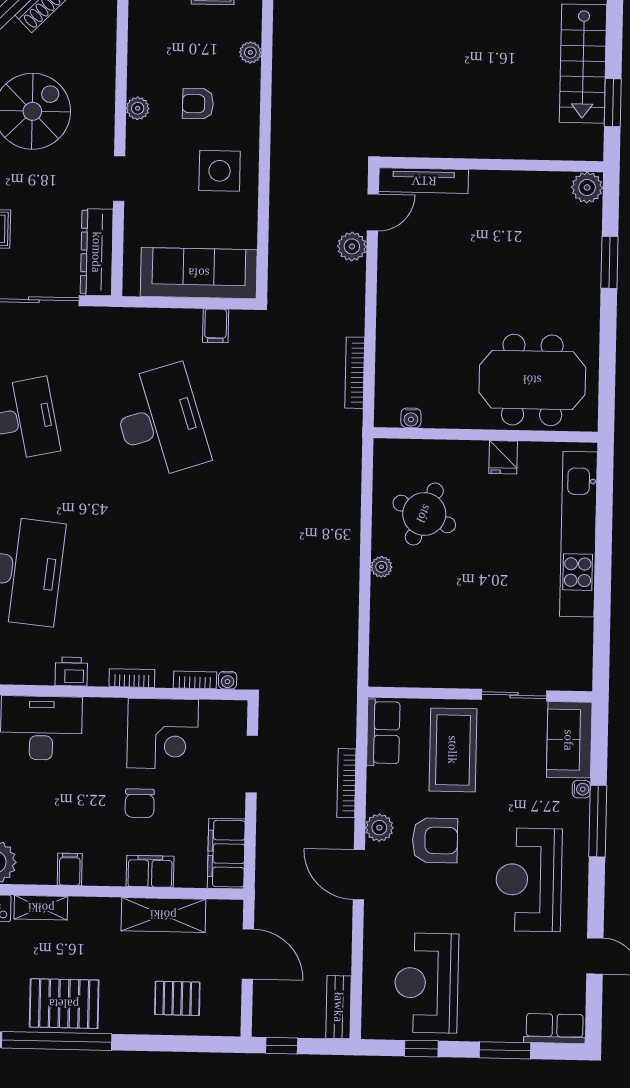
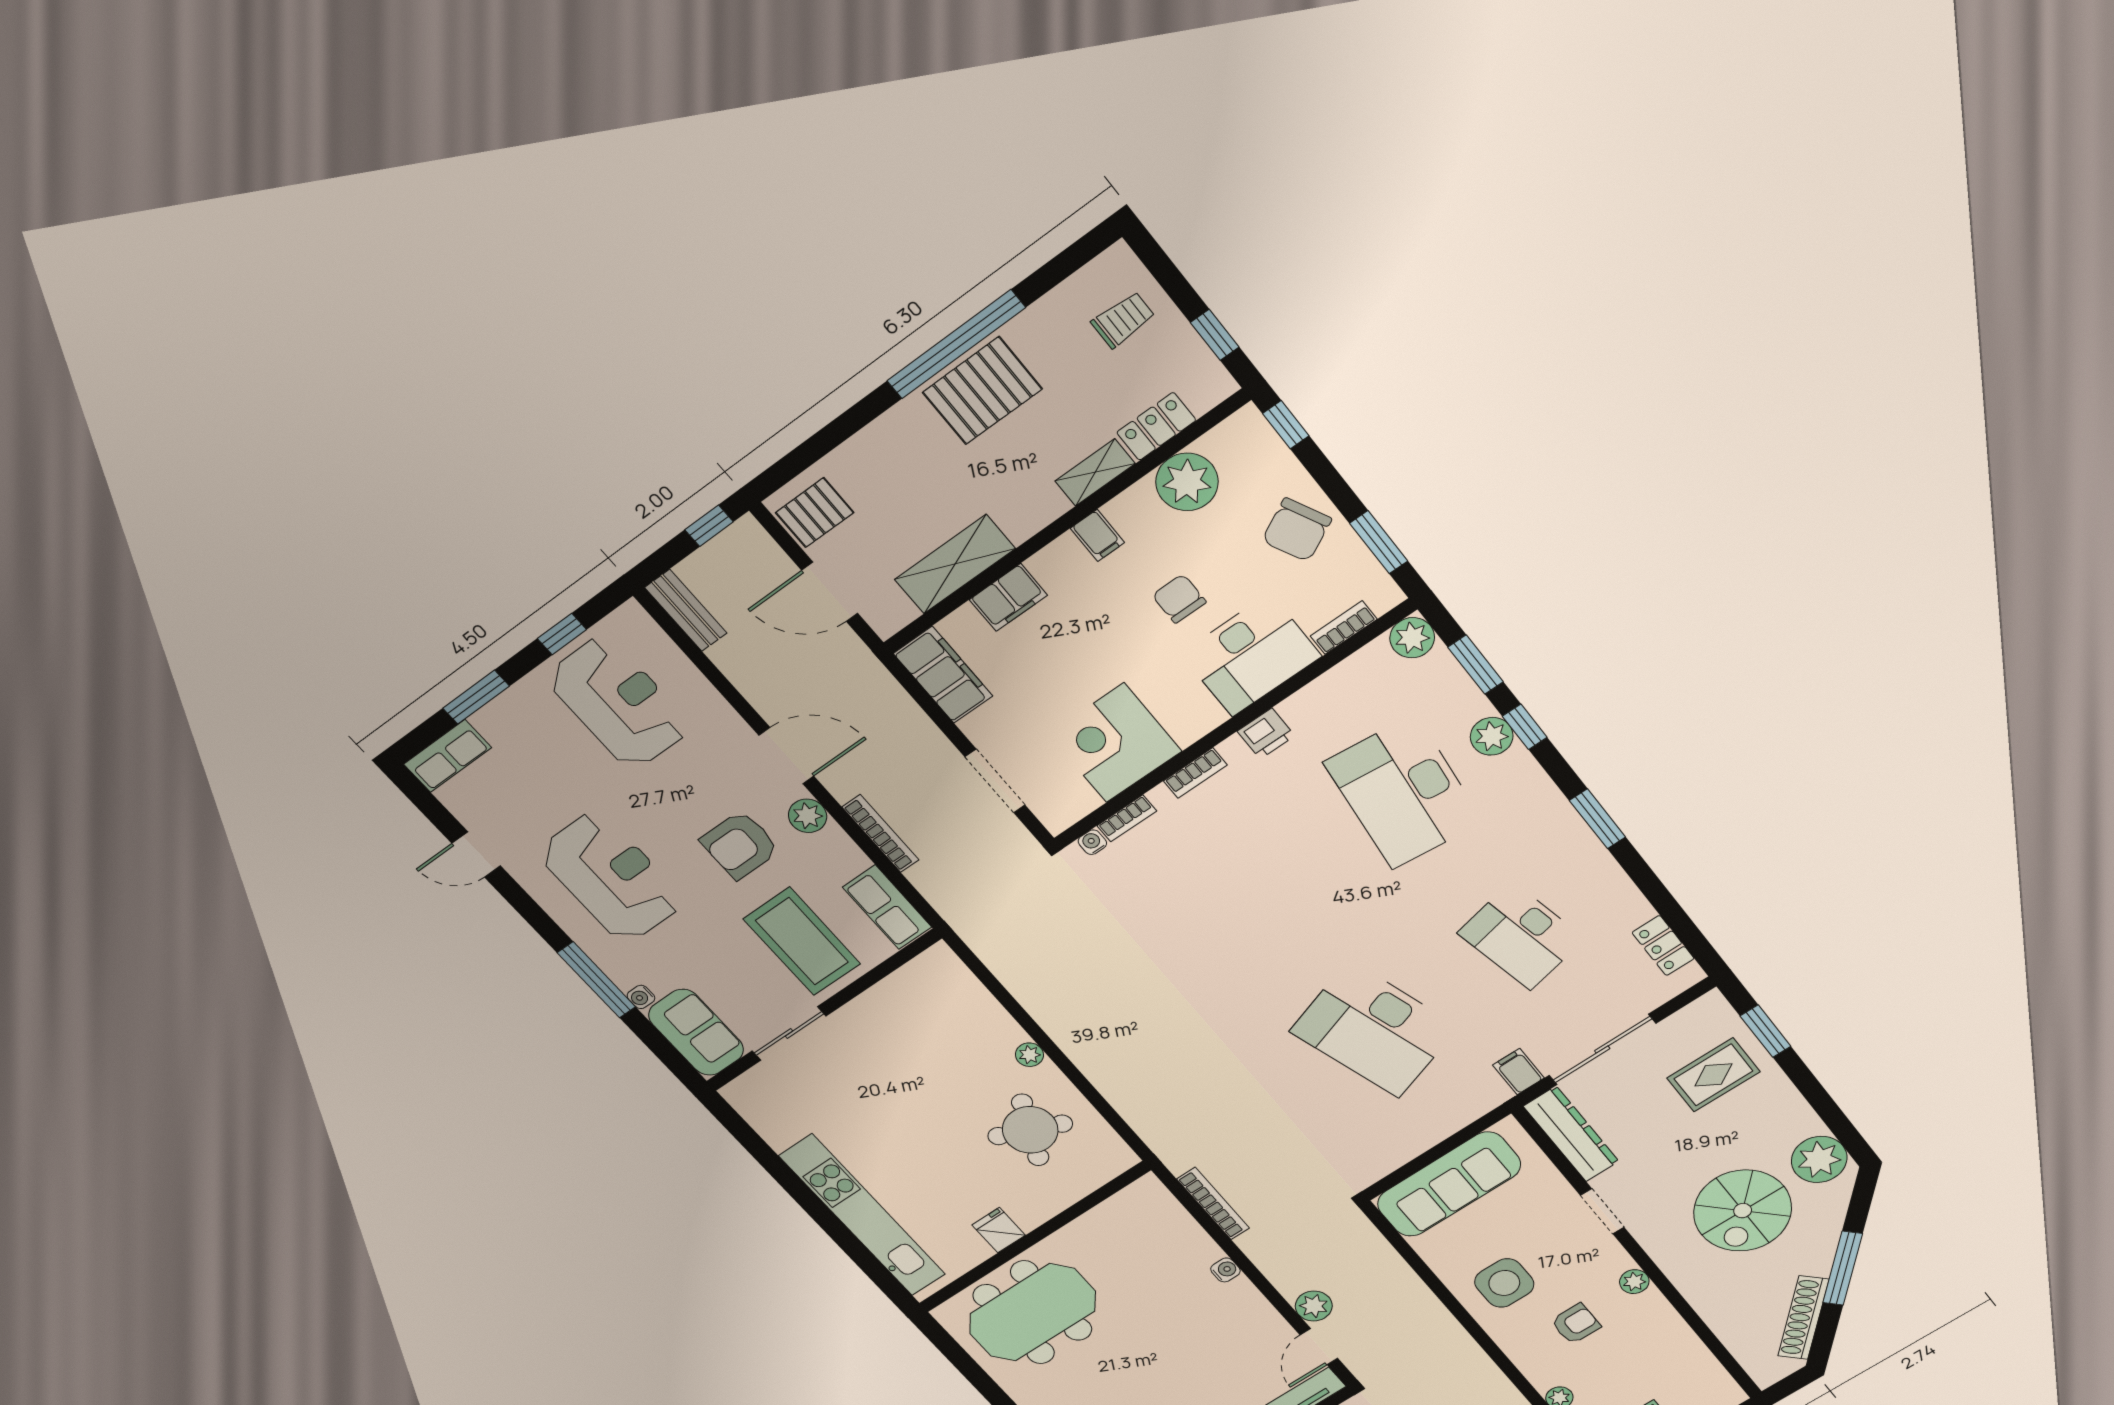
filing cabinet: (216, 326) -> (1518, 1072), moved
water cooler: (411, 418) -> (1225, 1270), moved, turned 90
chair: (140, 803) -> (1179, 599), moved
pallet: (177, 998) -> (815, 513), moved

